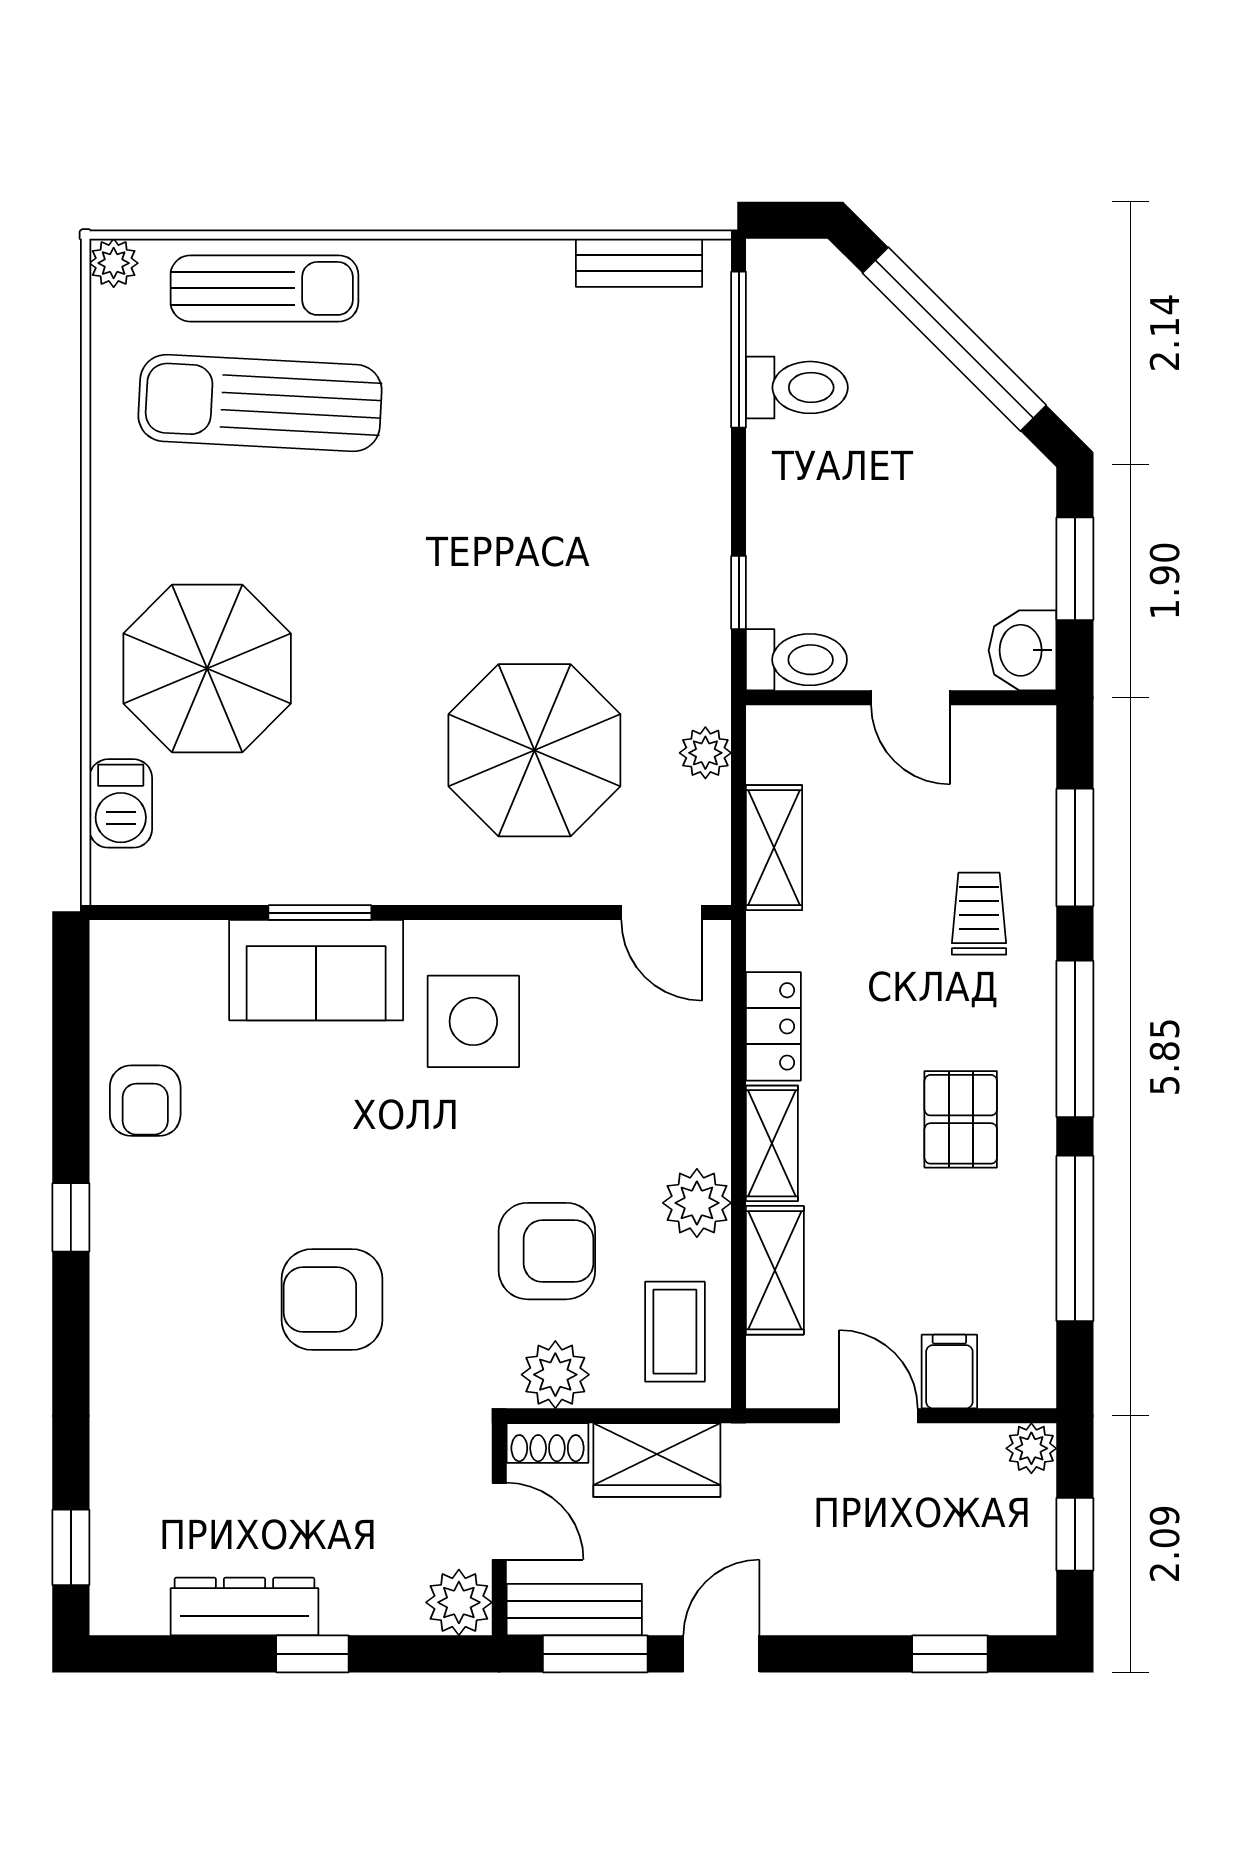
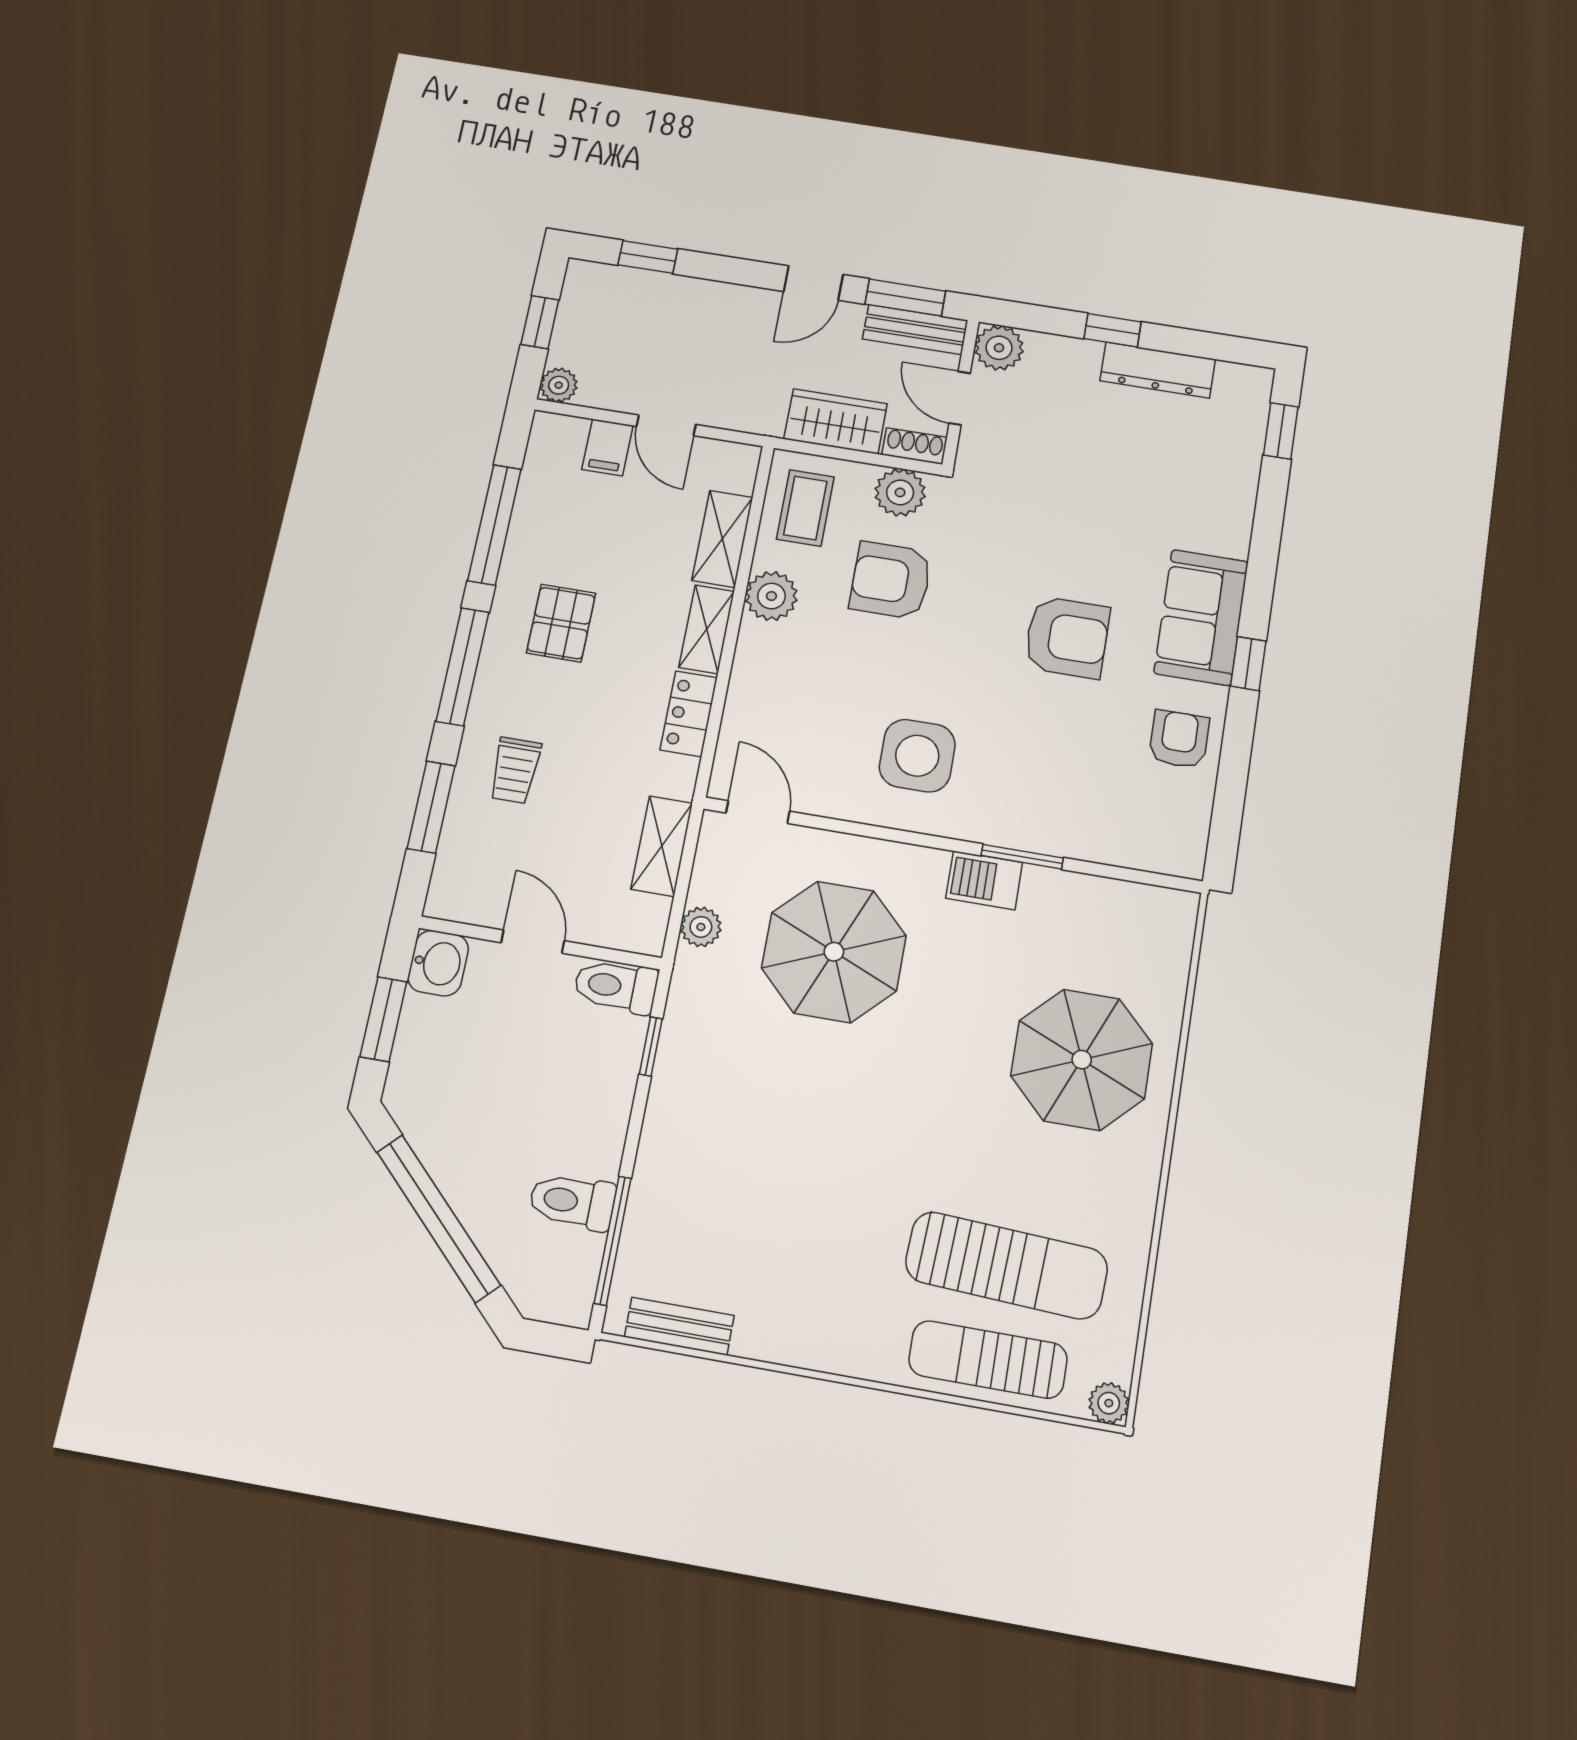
barbecue: (121, 803) -> (984, 880), moved, turned -90
sofa: (316, 970) -> (1201, 617), moved, turned -90
armchair: (332, 1300) -> (1067, 637), moved

